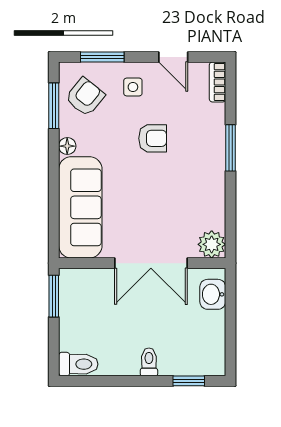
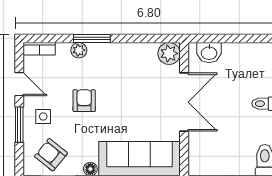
window: (102, 57) -> (19, 125), moved
door: (173, 57) -> (19, 84), hinge flipped
plant: (216, 132) -> (79, 50), added

